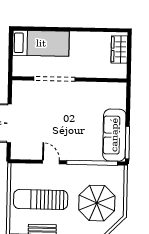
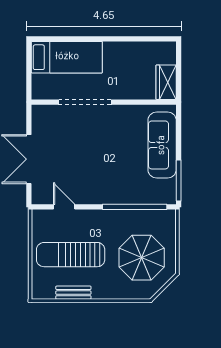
wardrobe: (119, 49) -> (166, 82), moved
sofa: (114, 135) -> (162, 145), moved
door: (51, 162) -> (64, 207), moved

